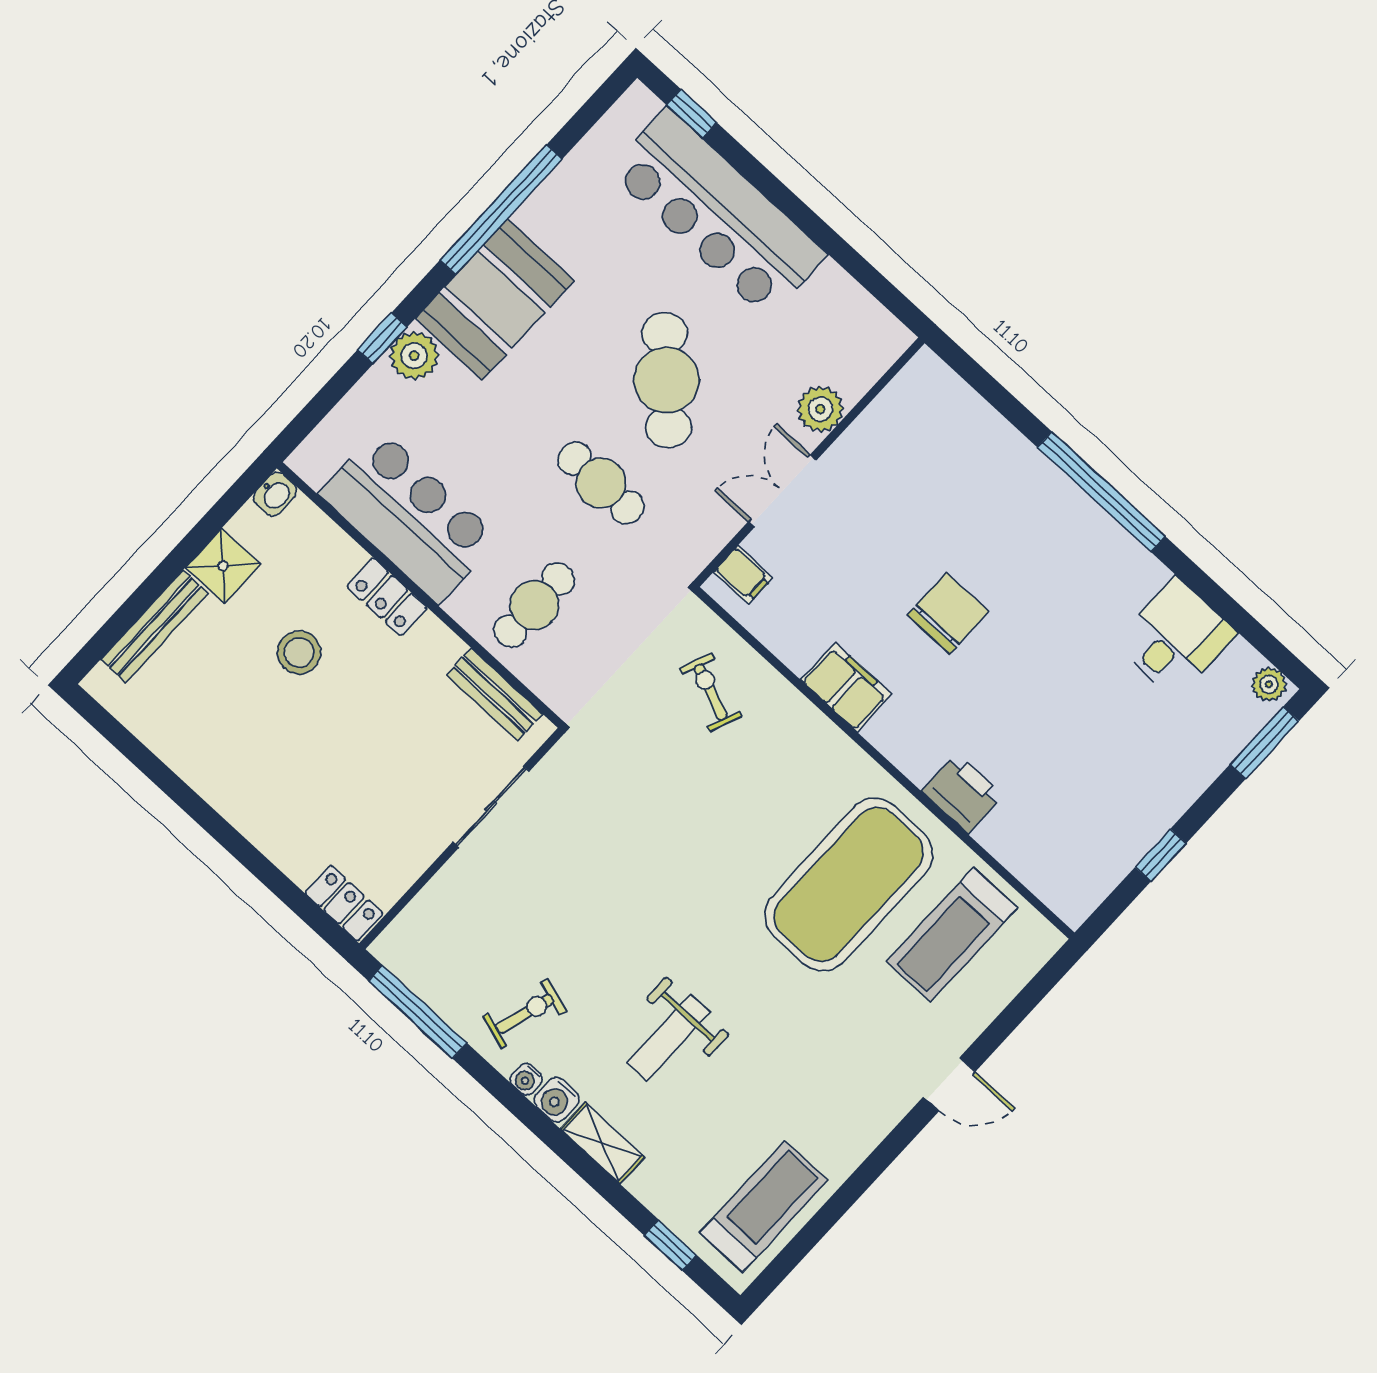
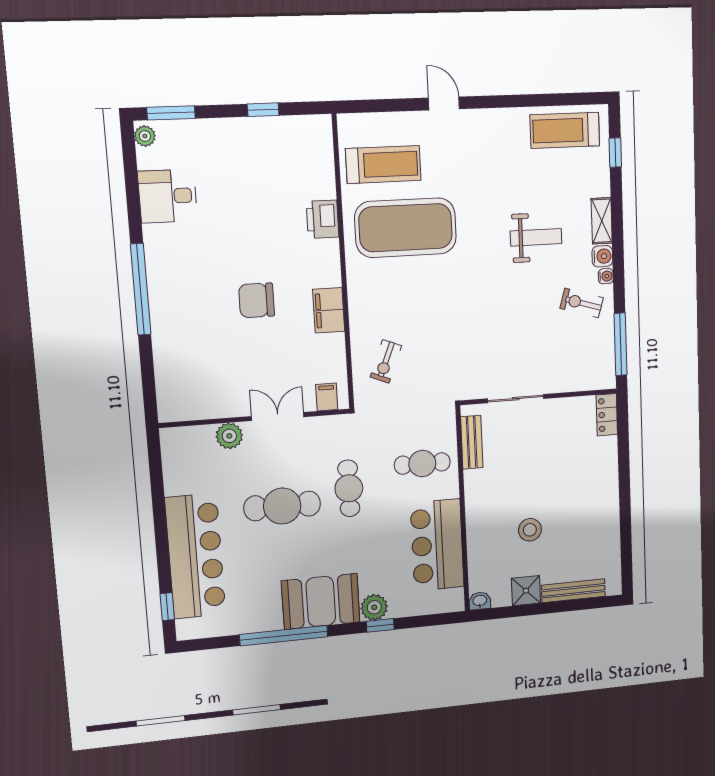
cafe table: (667, 380) -> (282, 506), turned 45
double door: (782, 491) -> (278, 417), swing flipped
locker: (387, 597) -> (476, 521), removed

